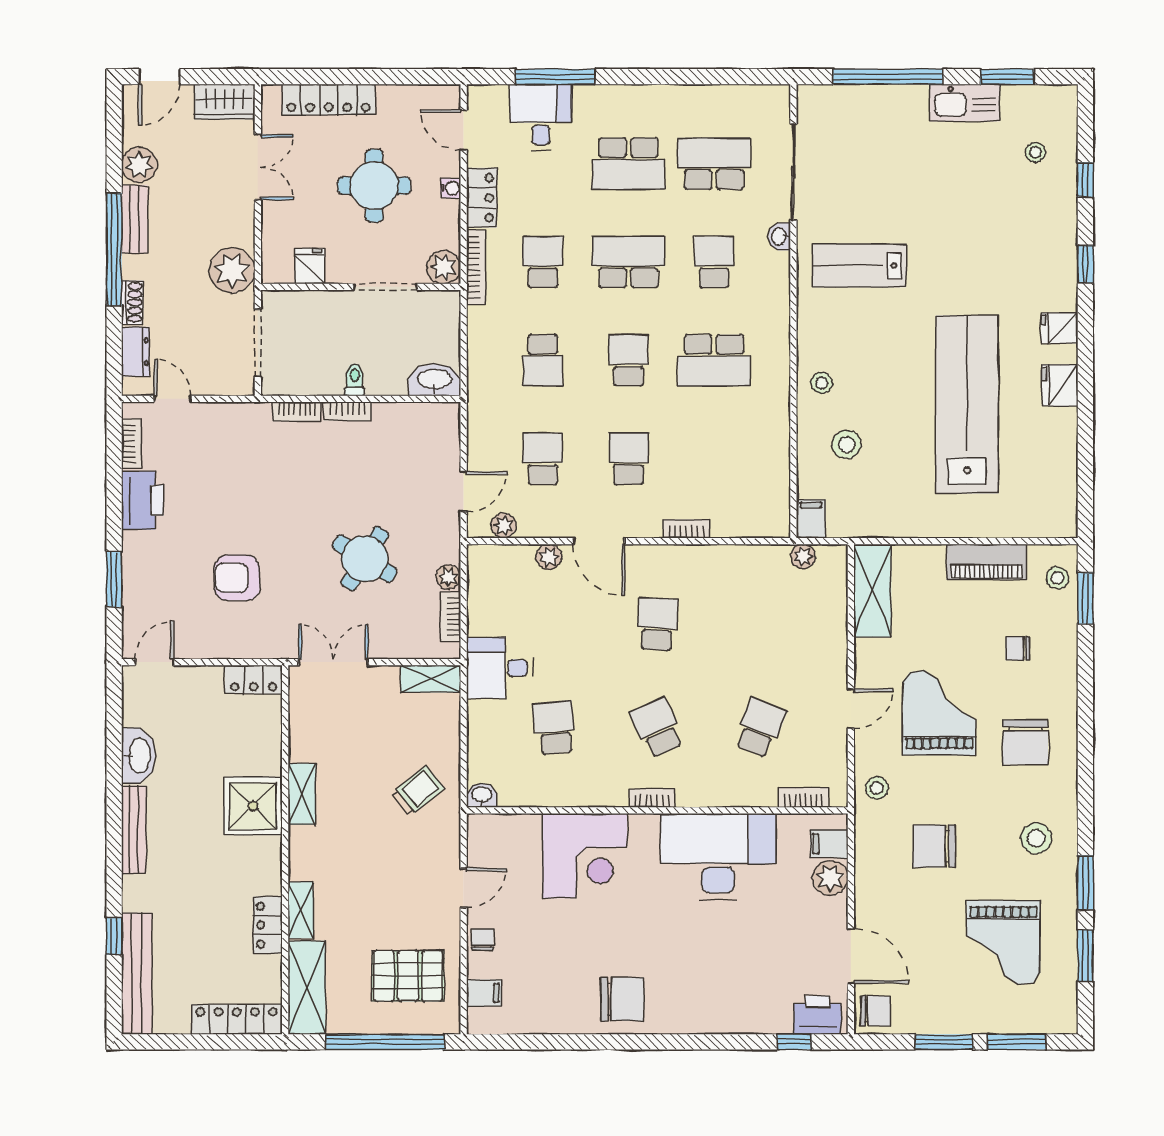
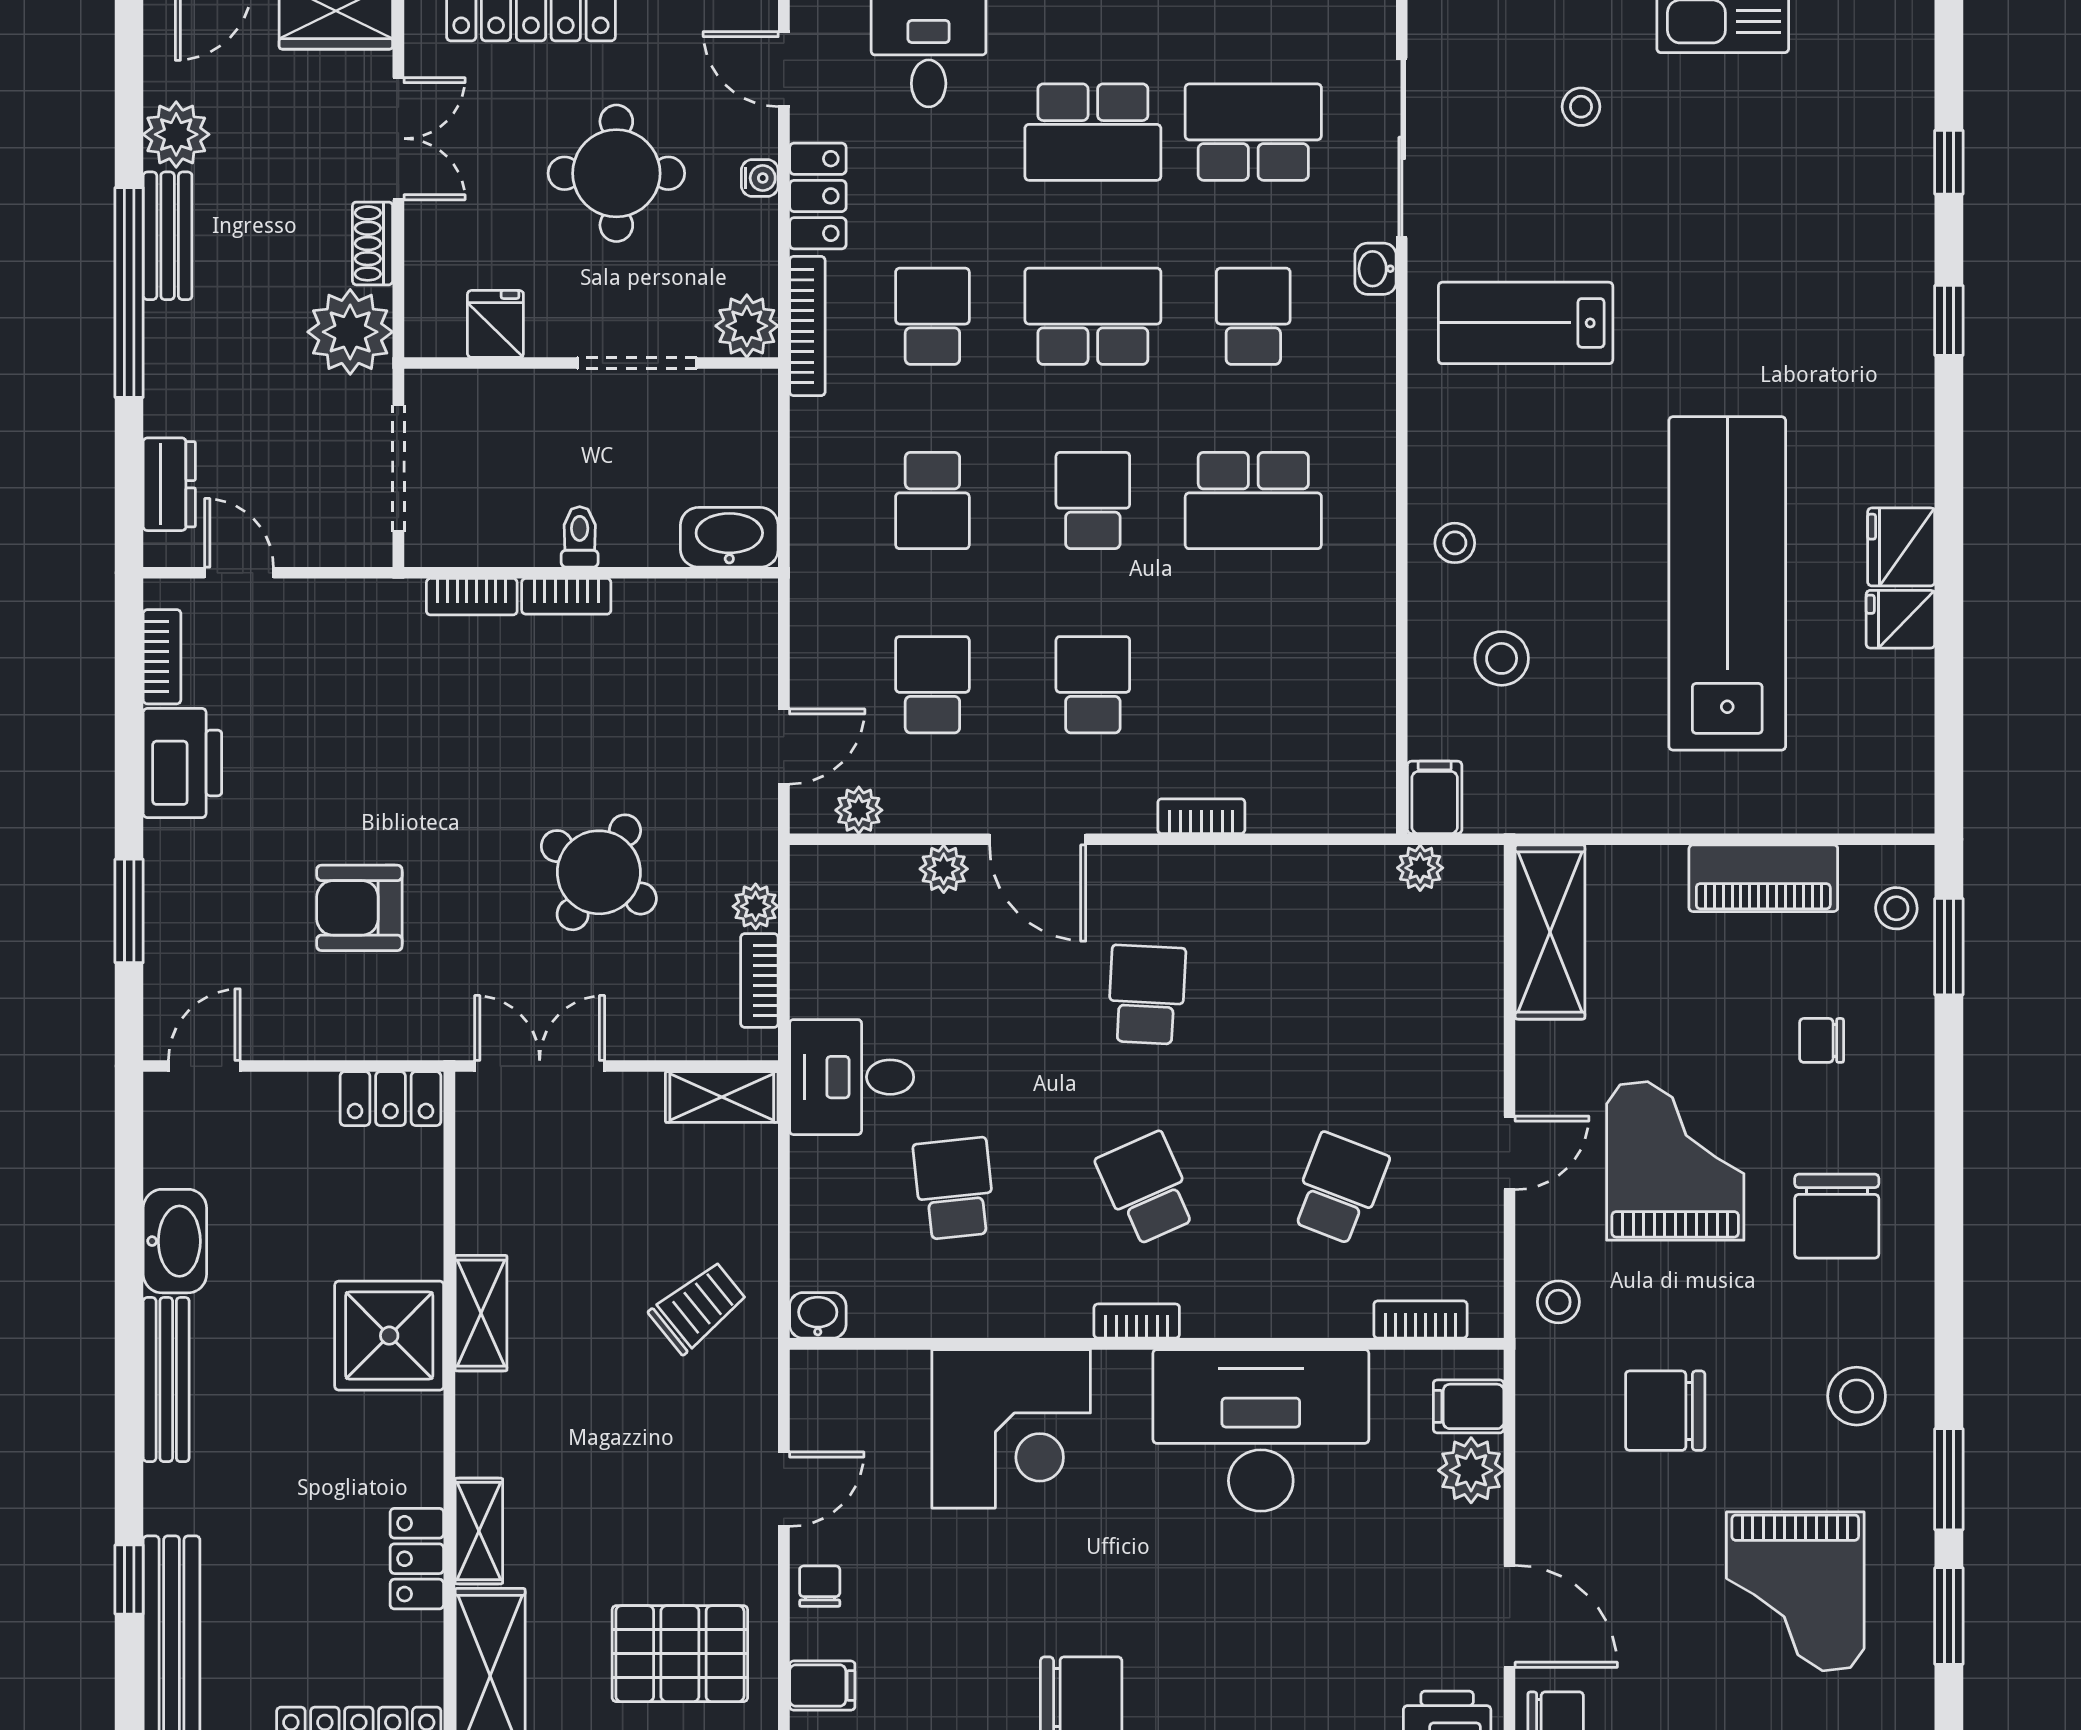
stool: (1035, 152) -> (1581, 107), moved
shoe rack: (132, 302) -> (373, 243), moved, turned 180
fridge: (1060, 328) -> (1900, 619), moved

